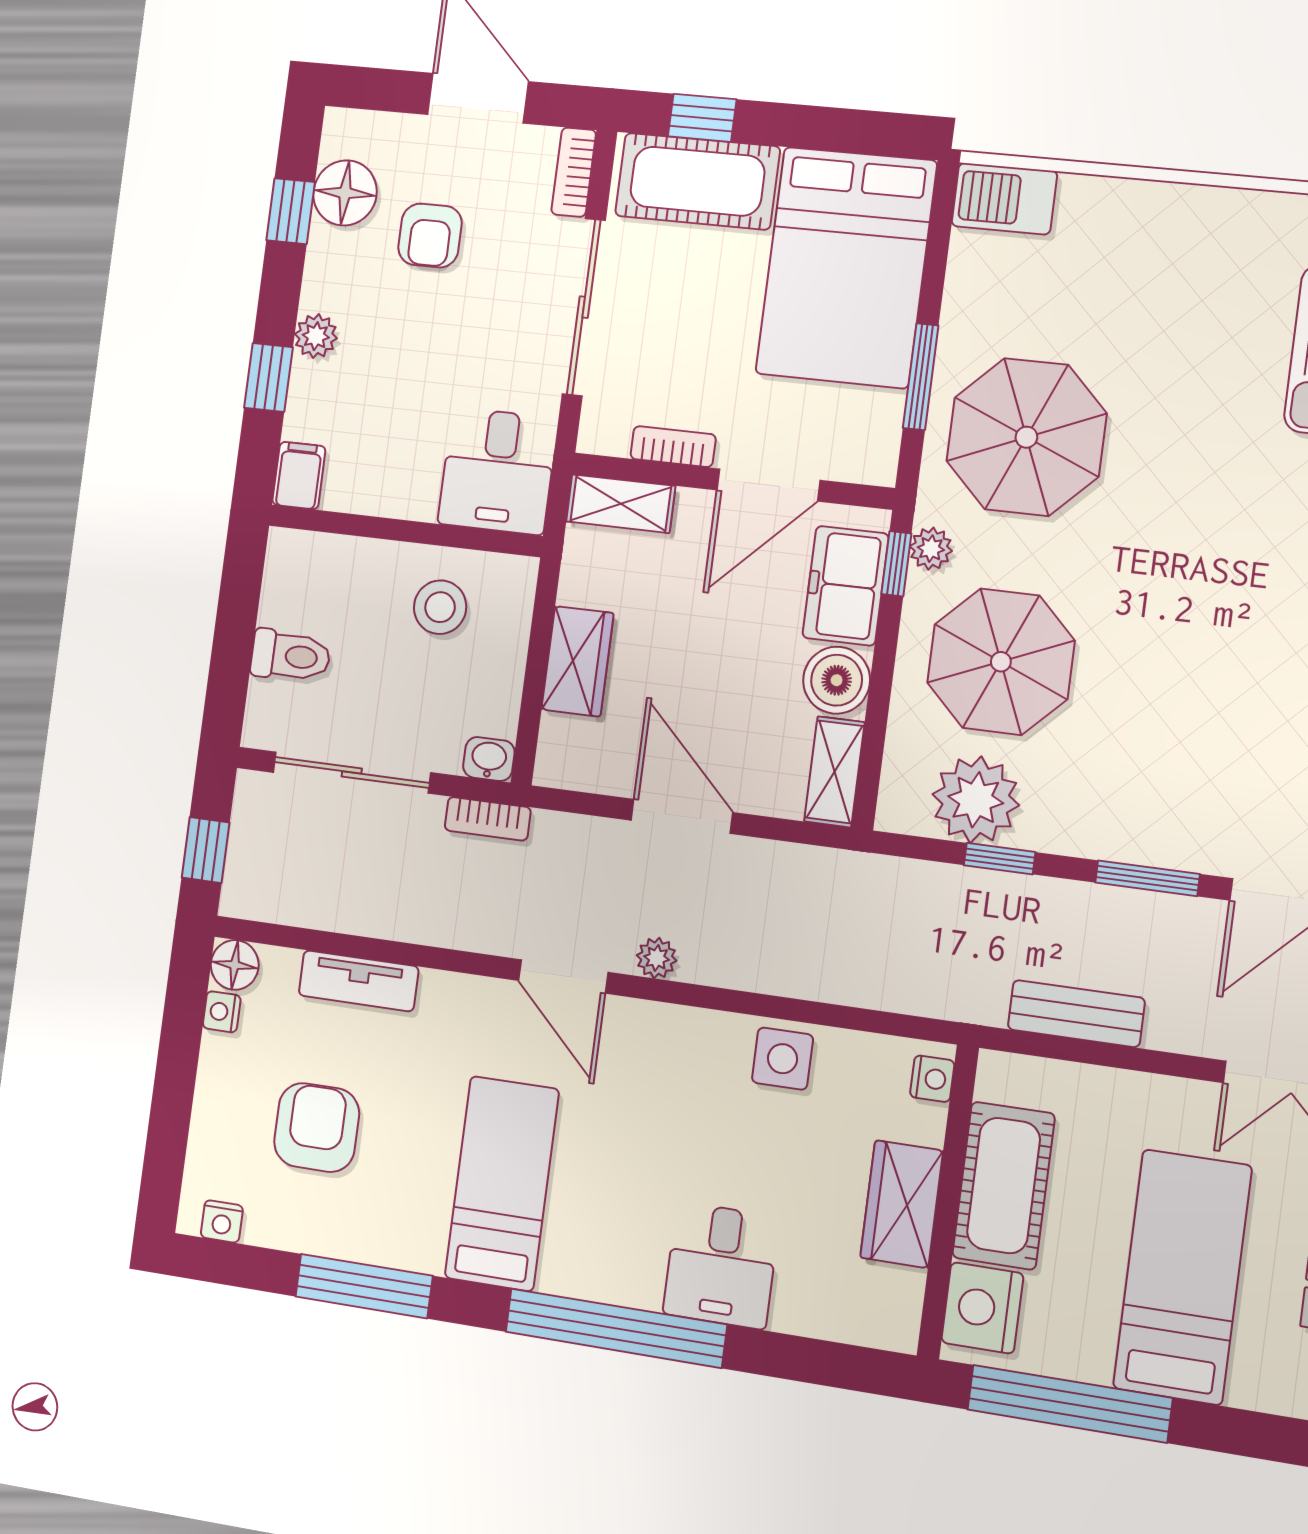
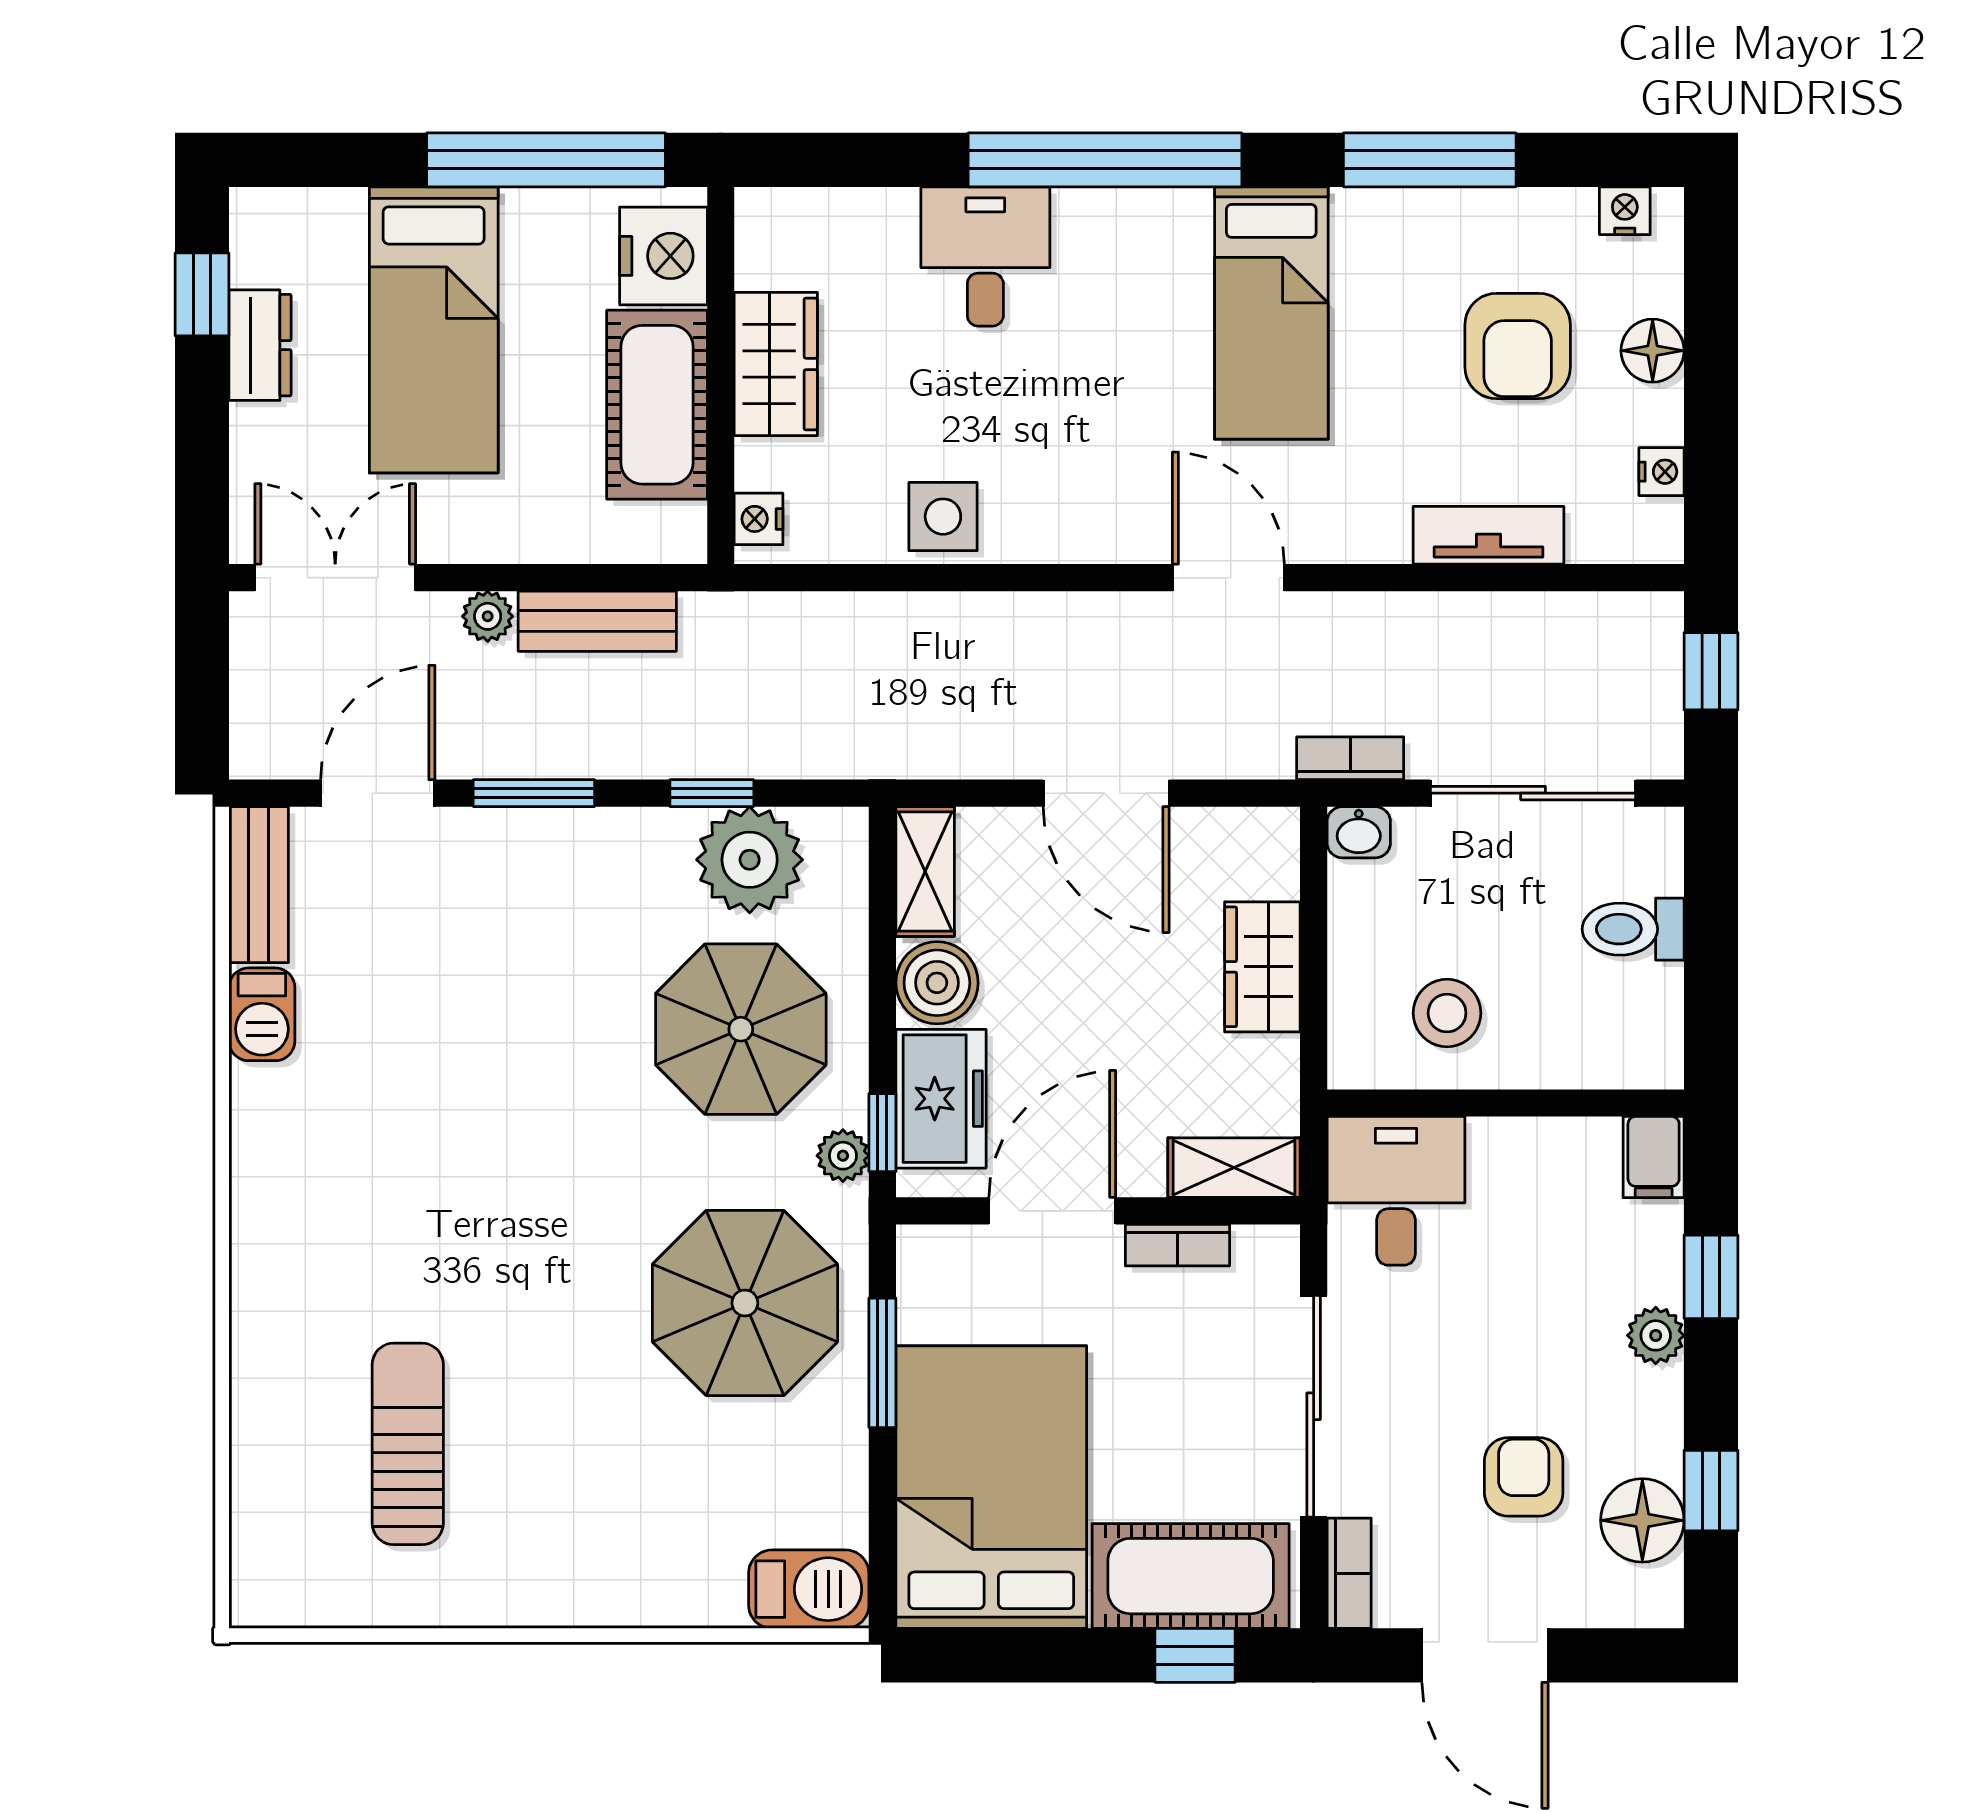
plant: (657, 958) -> (488, 616), moved
floor lamp: (235, 965) -> (1653, 351), moved

